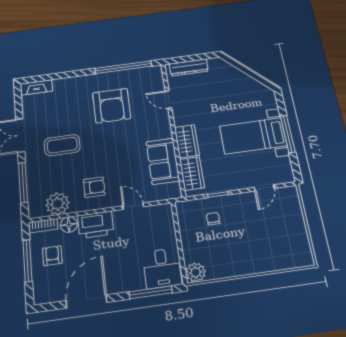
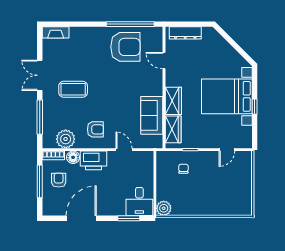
armchair: (112, 106) -> (125, 47), moved, turned -90
window: (288, 134) -> (255, 107), width x0.46
bed with nightstands: (253, 136) -> (227, 96), width x1.36
window: (151, 292) -> (129, 218), width x0.69

